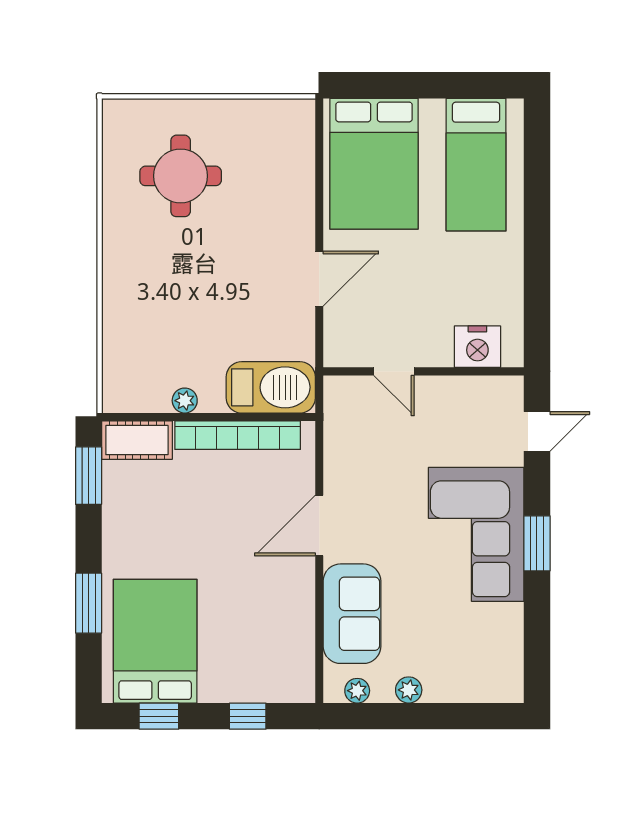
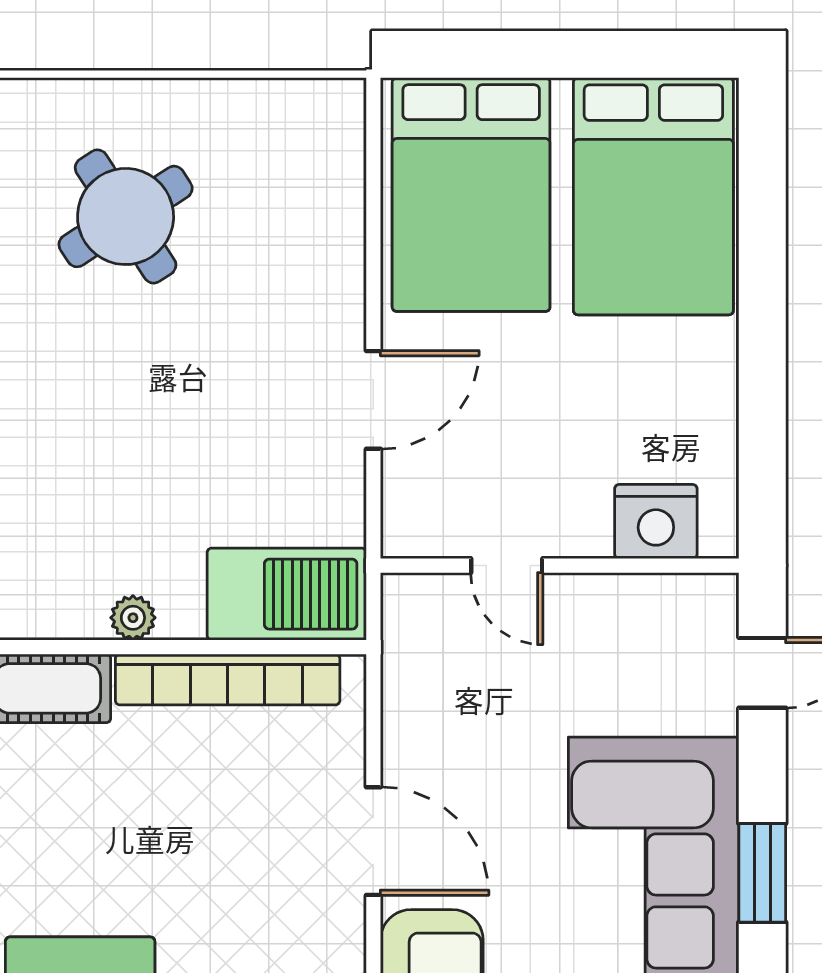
bed: (476, 165) -> (653, 196), width x1.50
round table: (181, 176) -> (126, 216), turned -33
door: (319, 526) -> (373, 841), swing flipped

